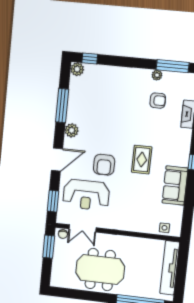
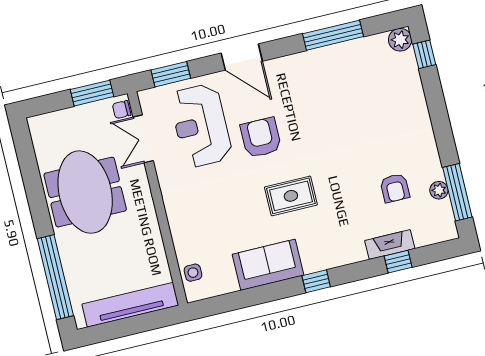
plant: (157, 75) -> (439, 190), moved
plant: (72, 130) -> (298, 65), removed
armchair: (104, 165) -> (261, 138), turned 90

